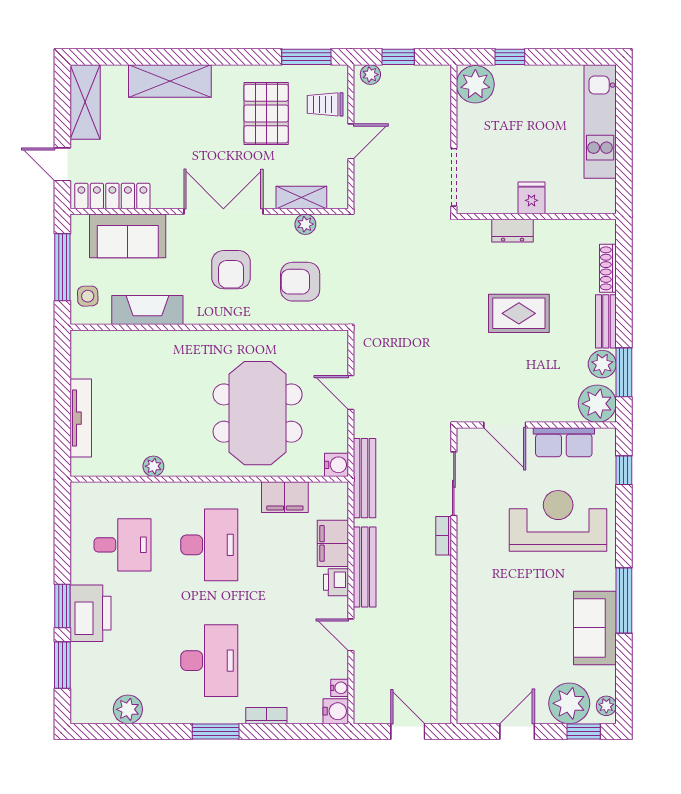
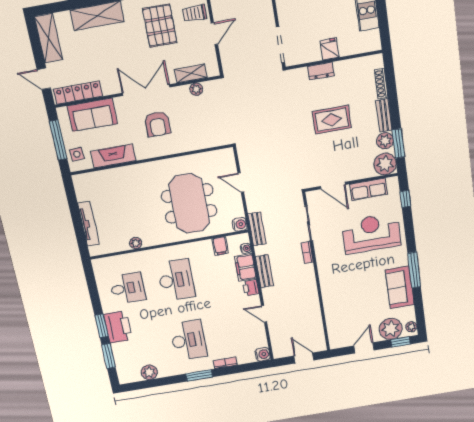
armchair: (300, 282) -> (199, 124), removed
bench: (365, 478) -> (257, 229), width x0.73
filing cabinet: (285, 497) -> (220, 246), width x0.50
bench: (365, 567) -> (265, 271), width x0.73
water cooler: (340, 688) -> (246, 248), moved

